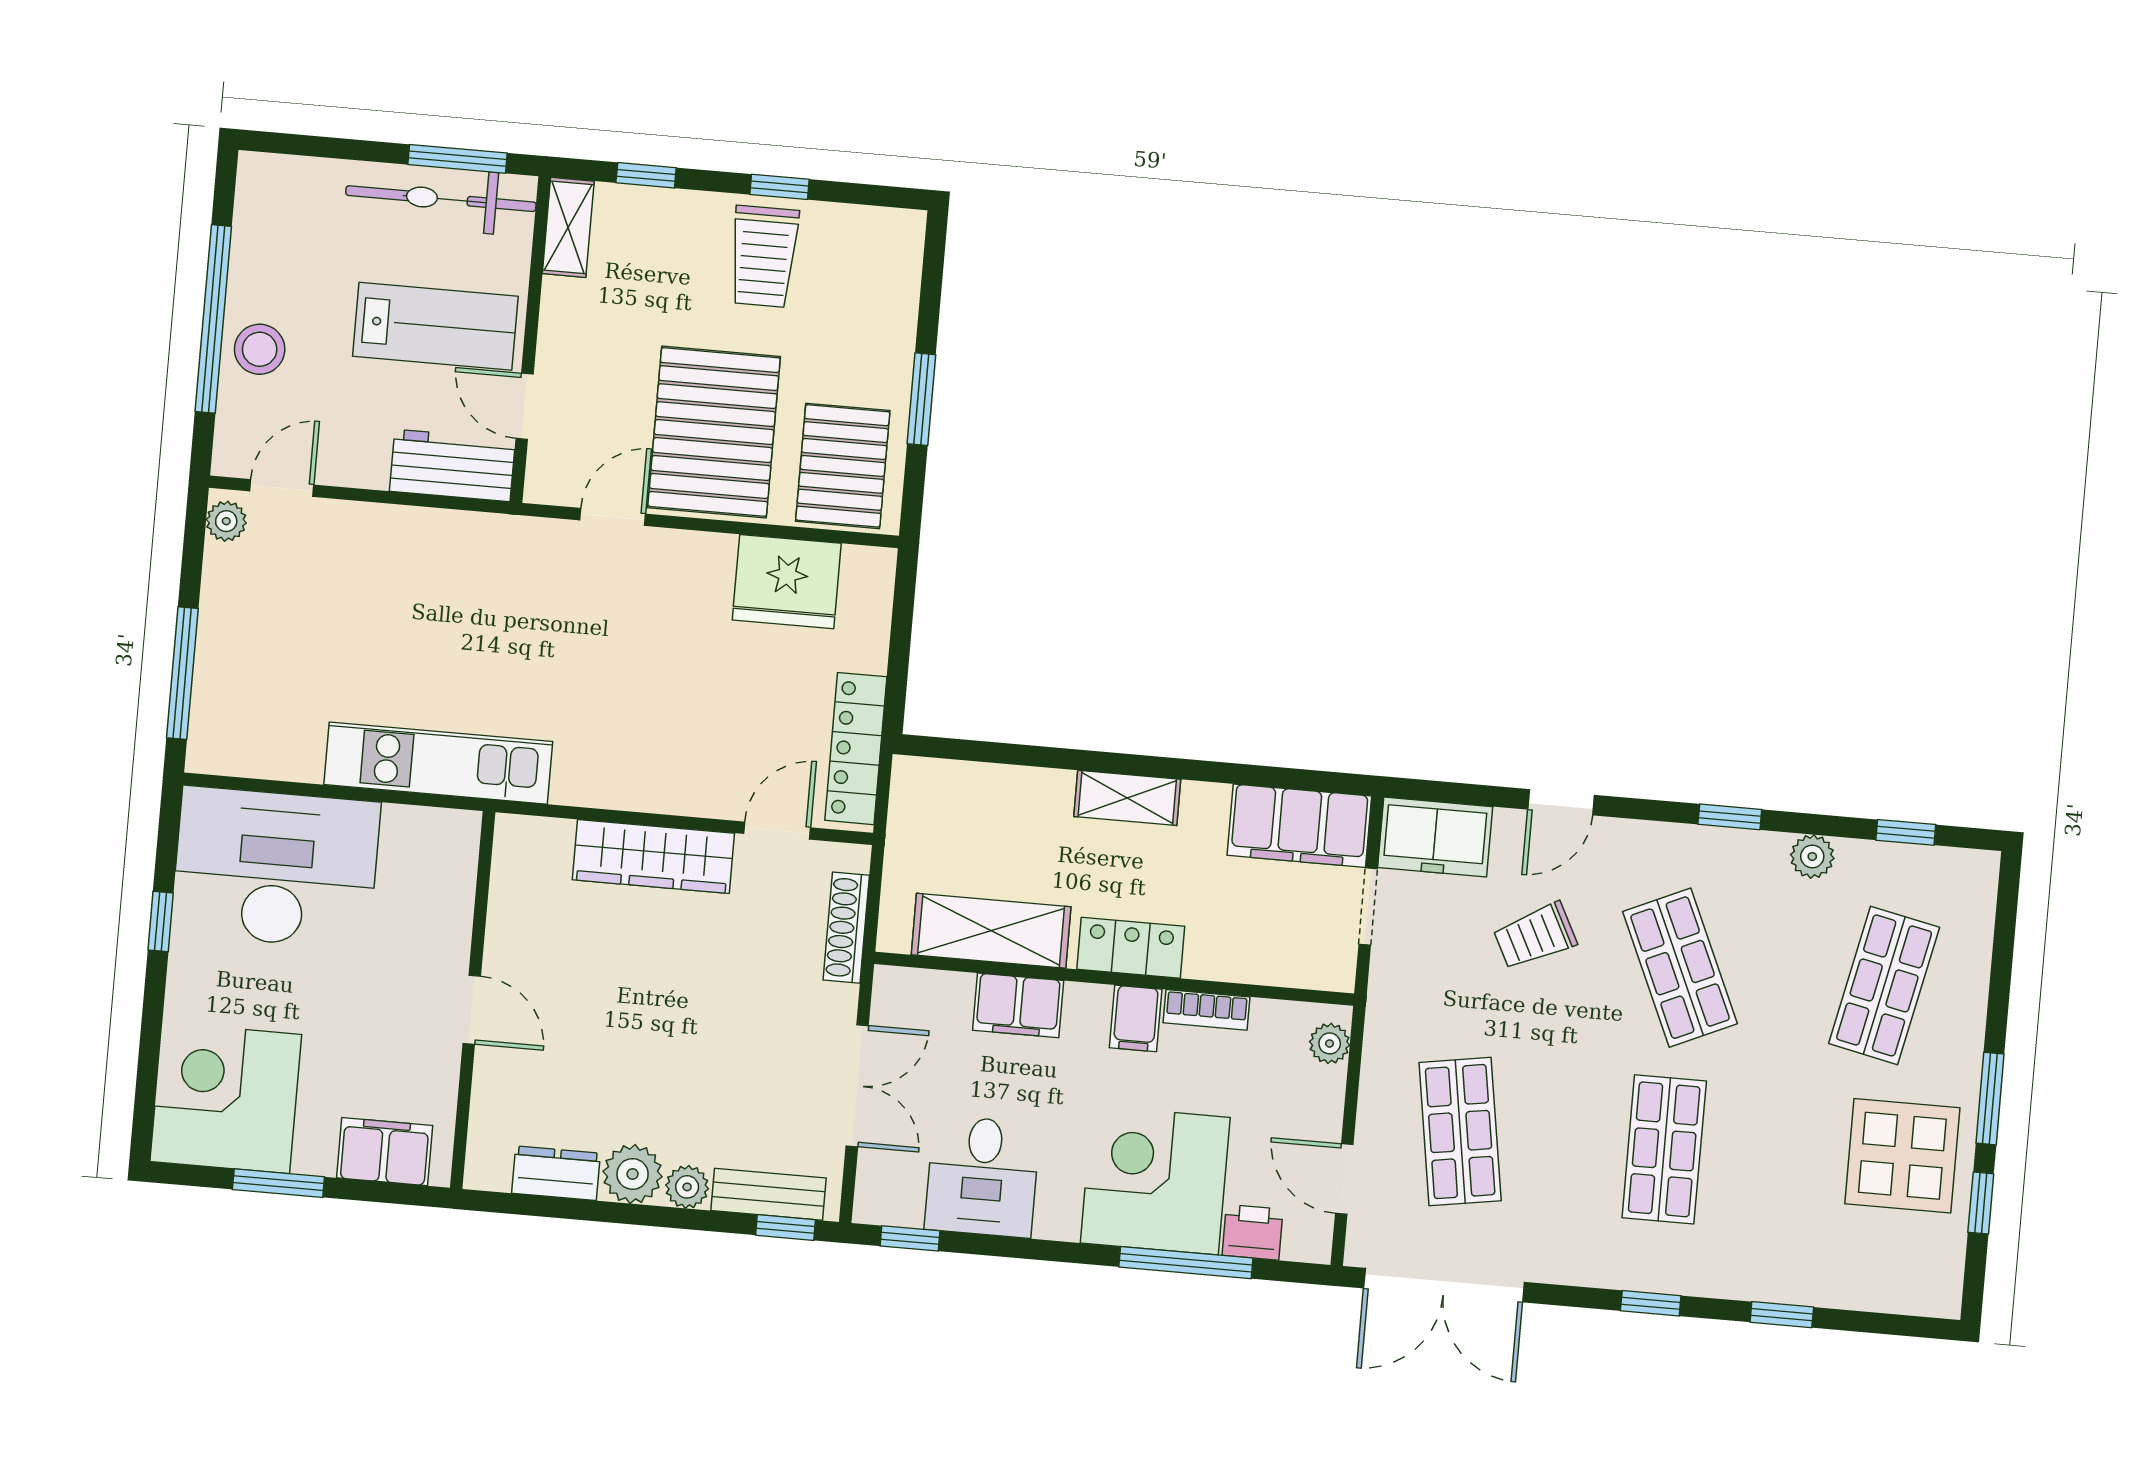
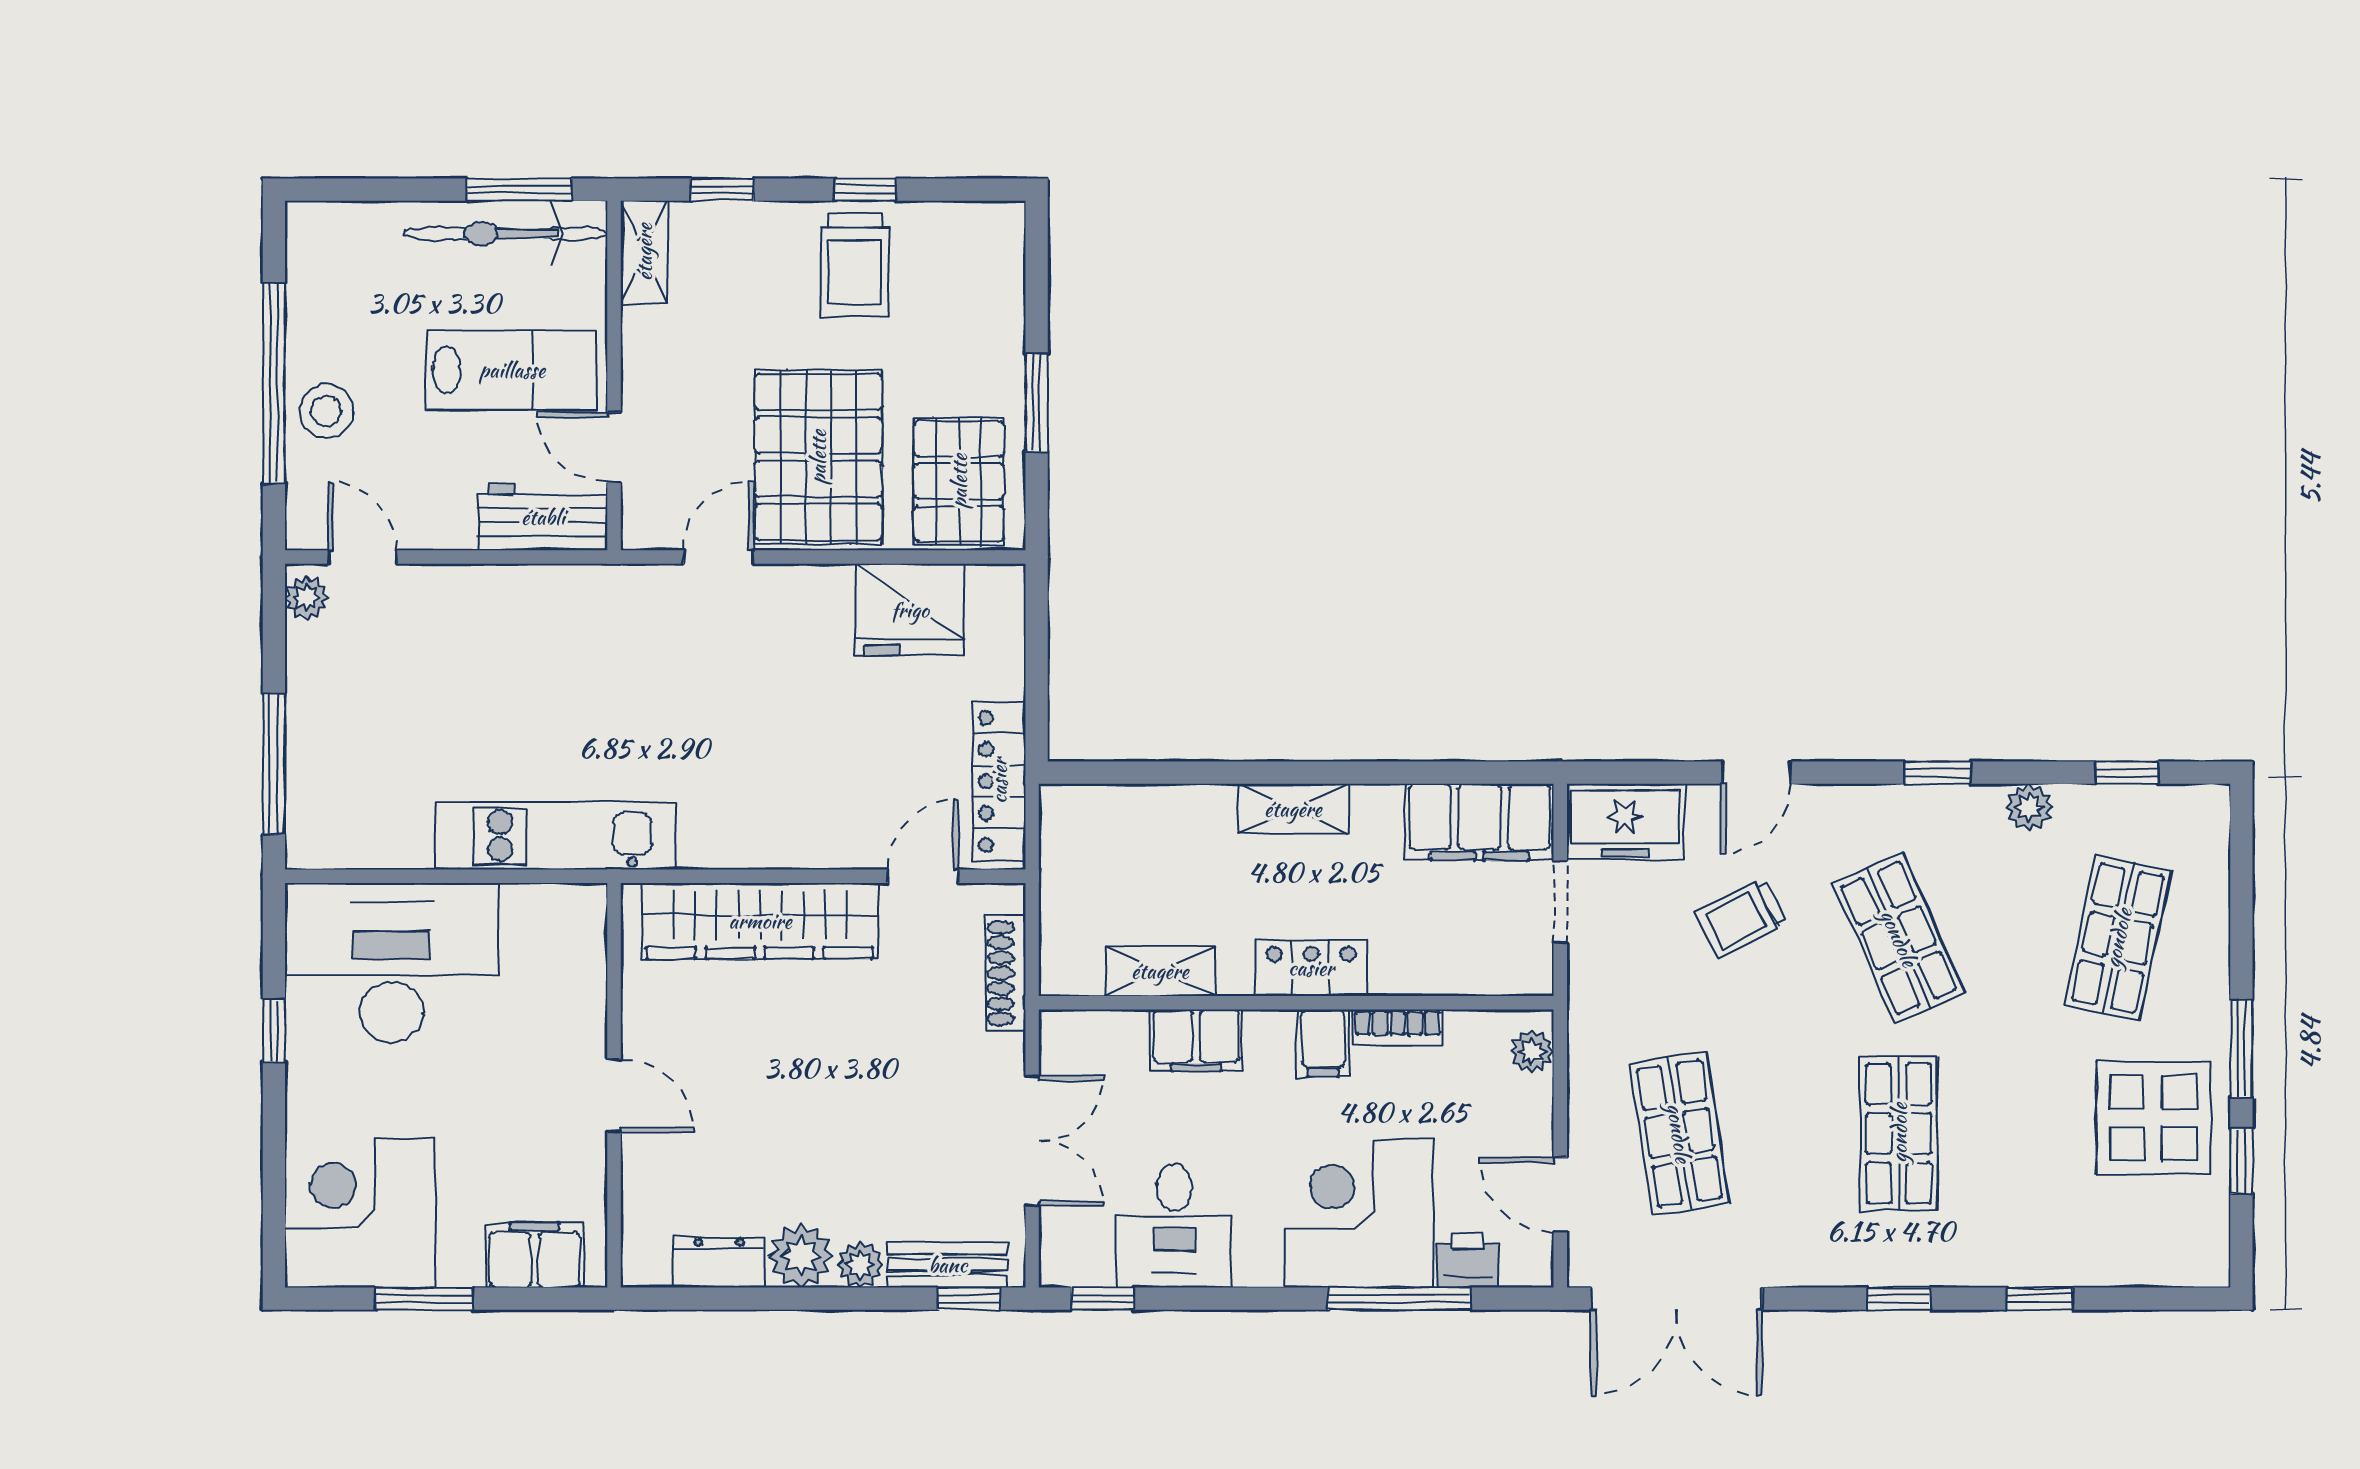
door: (282, 488) -> (363, 557), hinge flipped
wardrobe: (653, 856) -> (760, 921), width x1.40, depth x1.17
shelving: (991, 931) -> (1160, 971), width x0.67, depth x0.75

